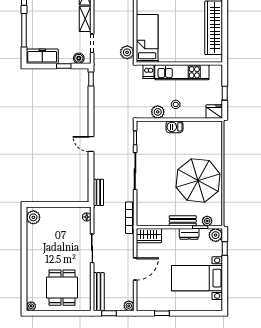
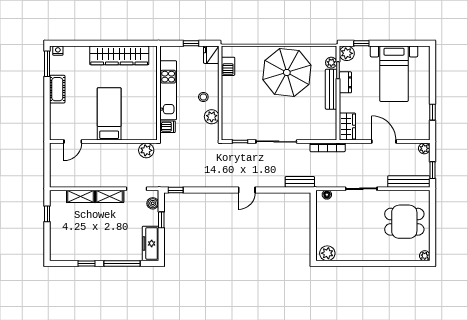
bed: (147, 38) -> (109, 114), moved, turned 90
barbecue: (174, 127) -> (228, 66), moved
bench: (183, 221) -> (331, 89), width x1.36

